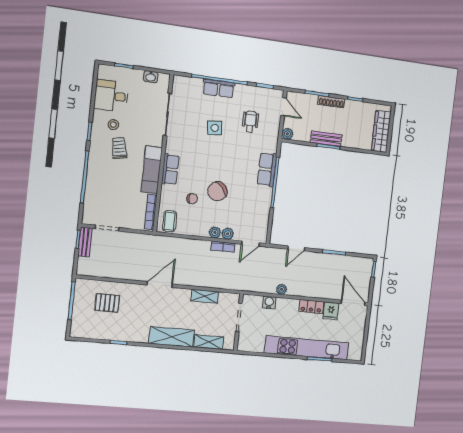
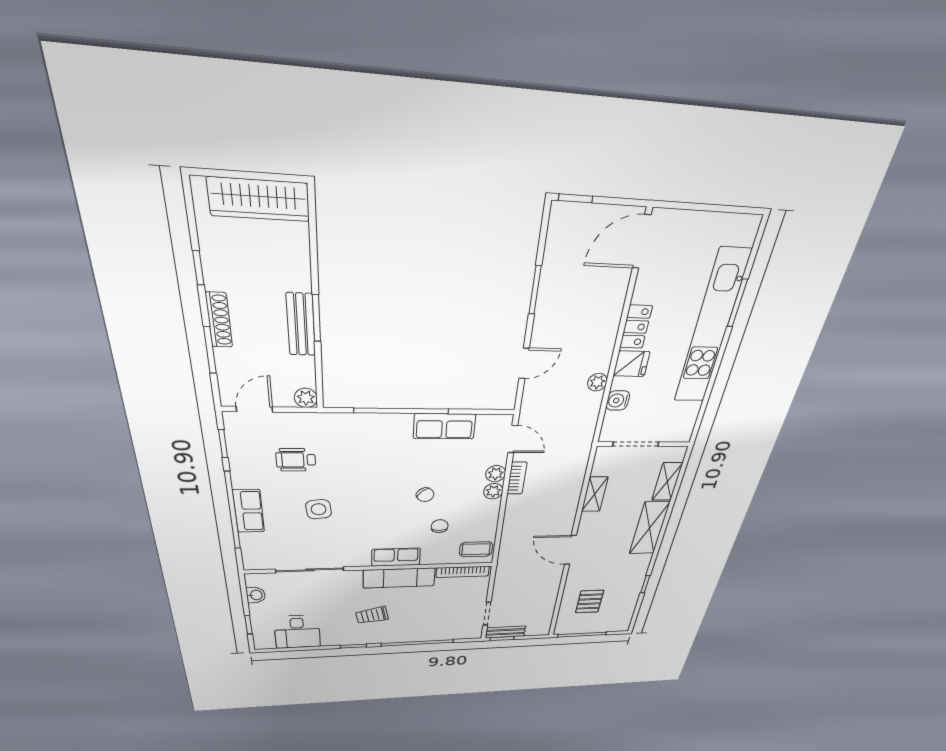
stool: (113, 125) -> (339, 625), removed
row of seats: (267, 169) -> (444, 426), moved
chair: (217, 191) -> (425, 495), width x0.54, depth x0.54
door: (296, 248) -> (524, 363), hinge flipped
fridge: (331, 311) -> (632, 364), moved

